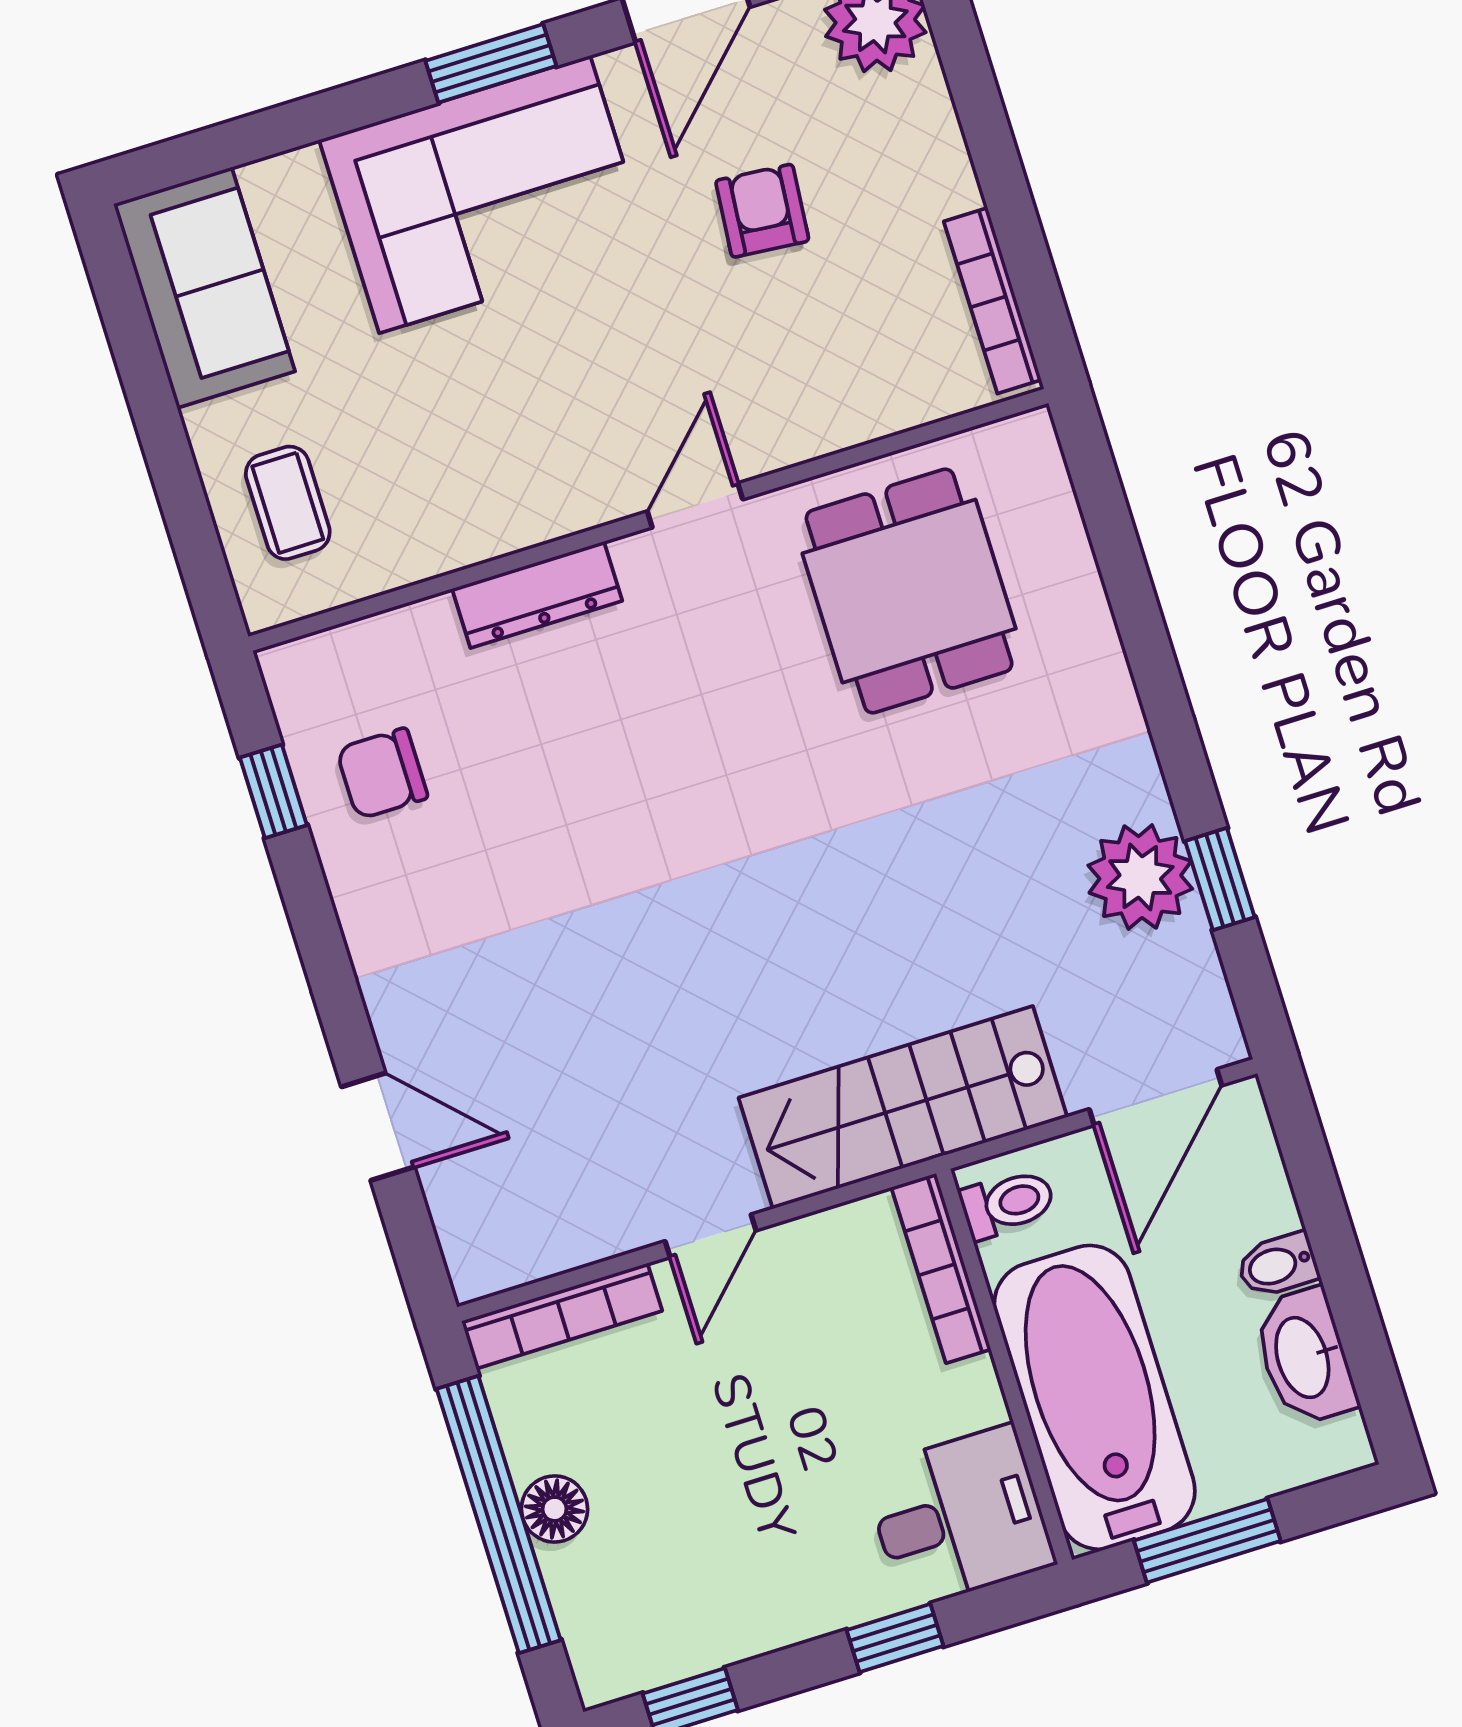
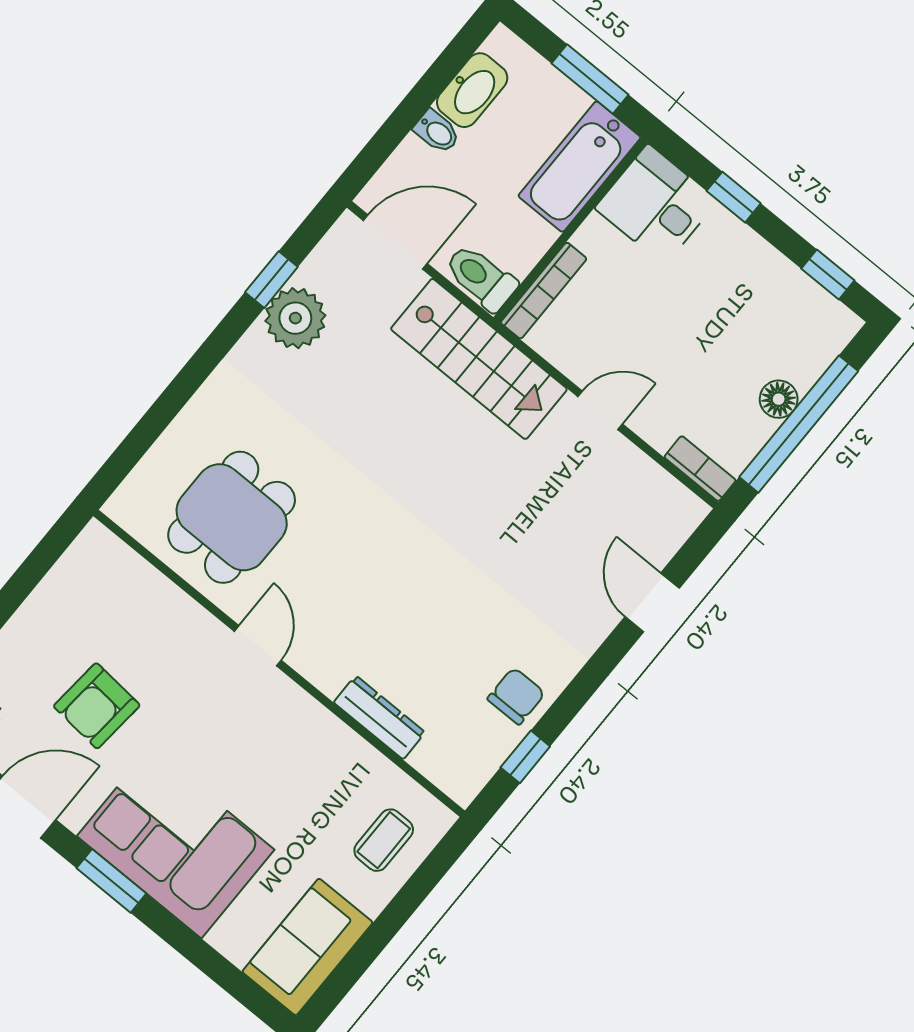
armchair: (762, 211) -> (97, 706), width x1.38, depth x1.38
bookcase: (993, 301) -> (67, 568), removed
door: (695, 505) -> (258, 646), swing flipped
dresser: (537, 595) -> (379, 717), moved
chair: (382, 773) -> (516, 696), moved, turned -90
toilet: (1008, 1204) -> (481, 277), width x1.37, depth x1.39
bookcase: (562, 1316) -> (700, 469), width x0.64
bathtub: (1095, 1397) -> (579, 167), width x0.73, depth x0.73

